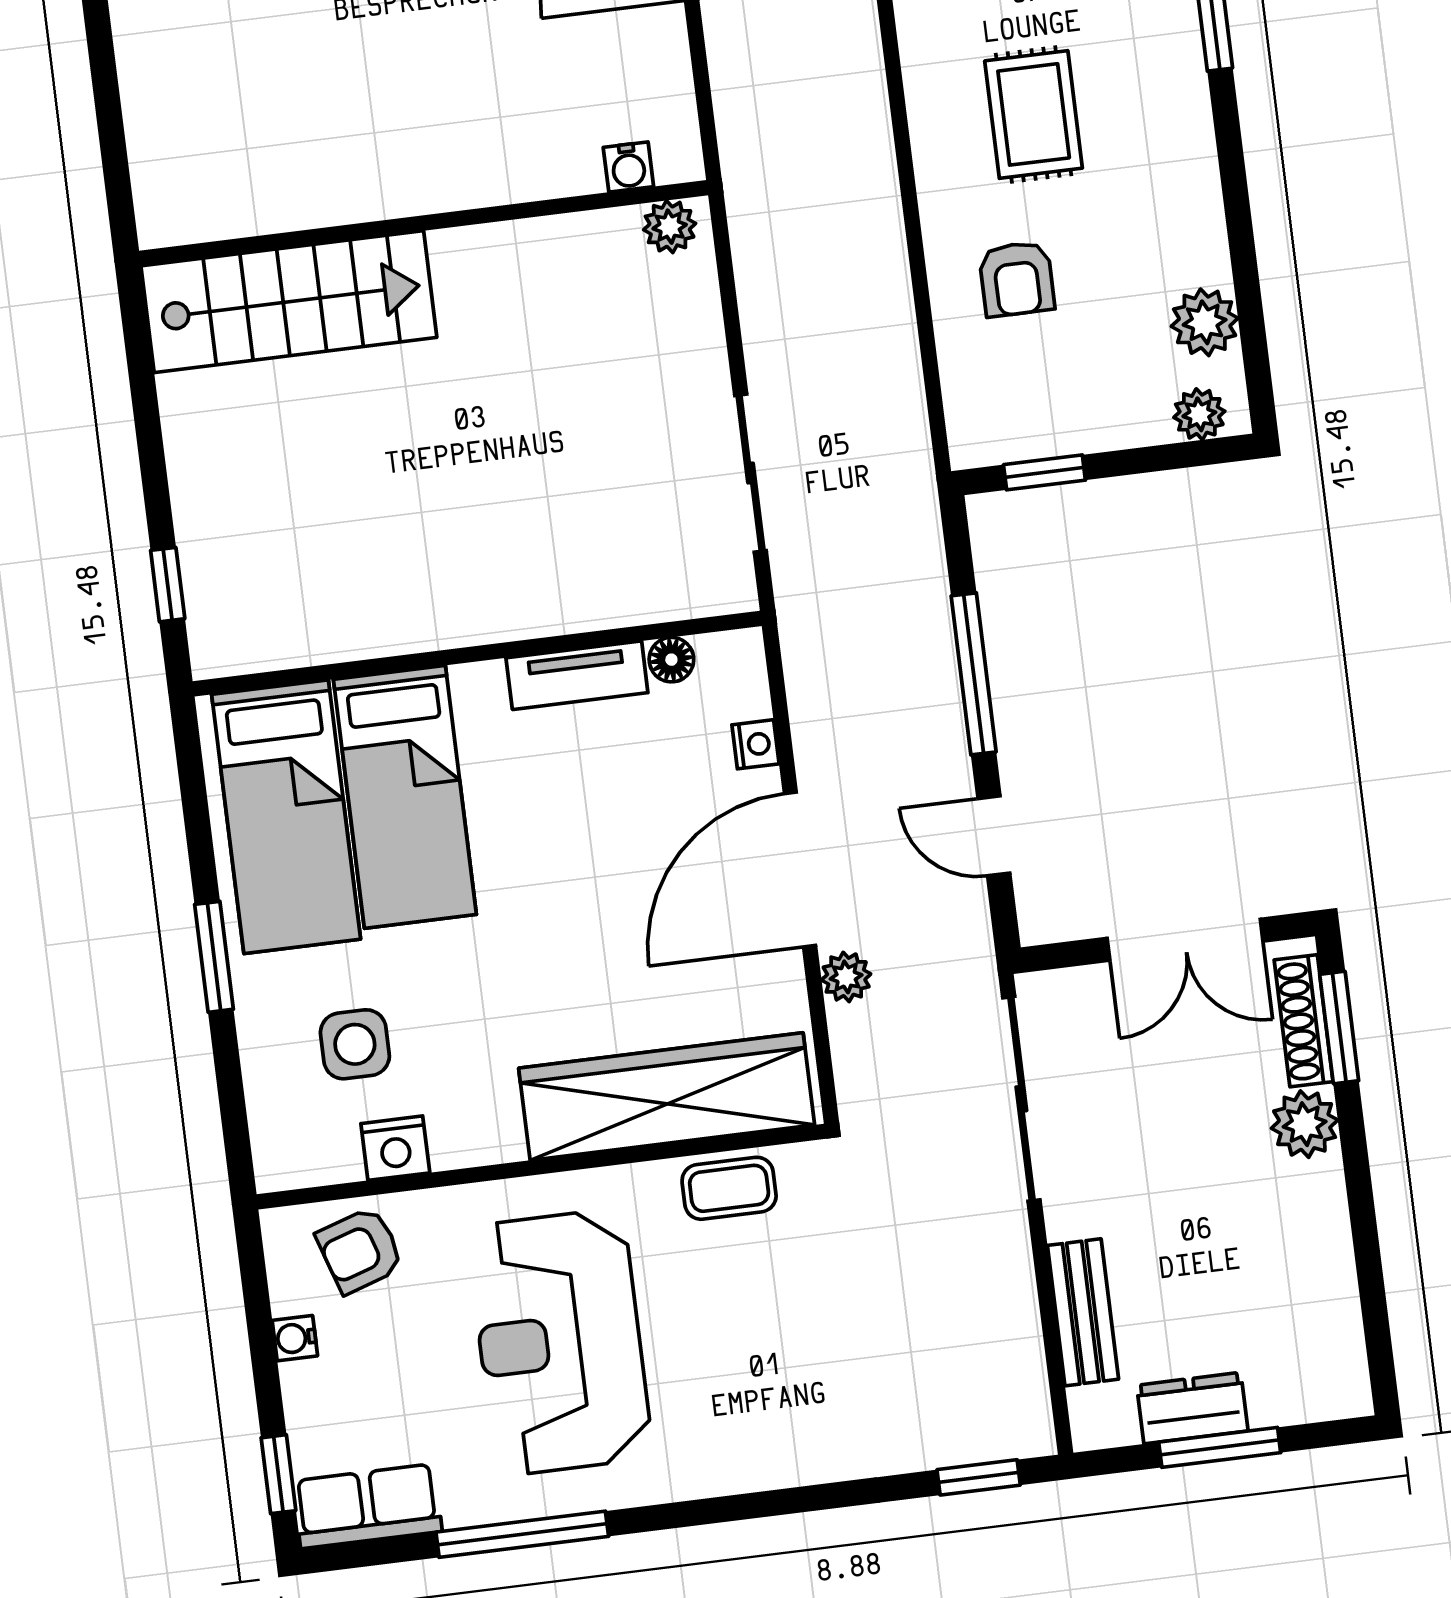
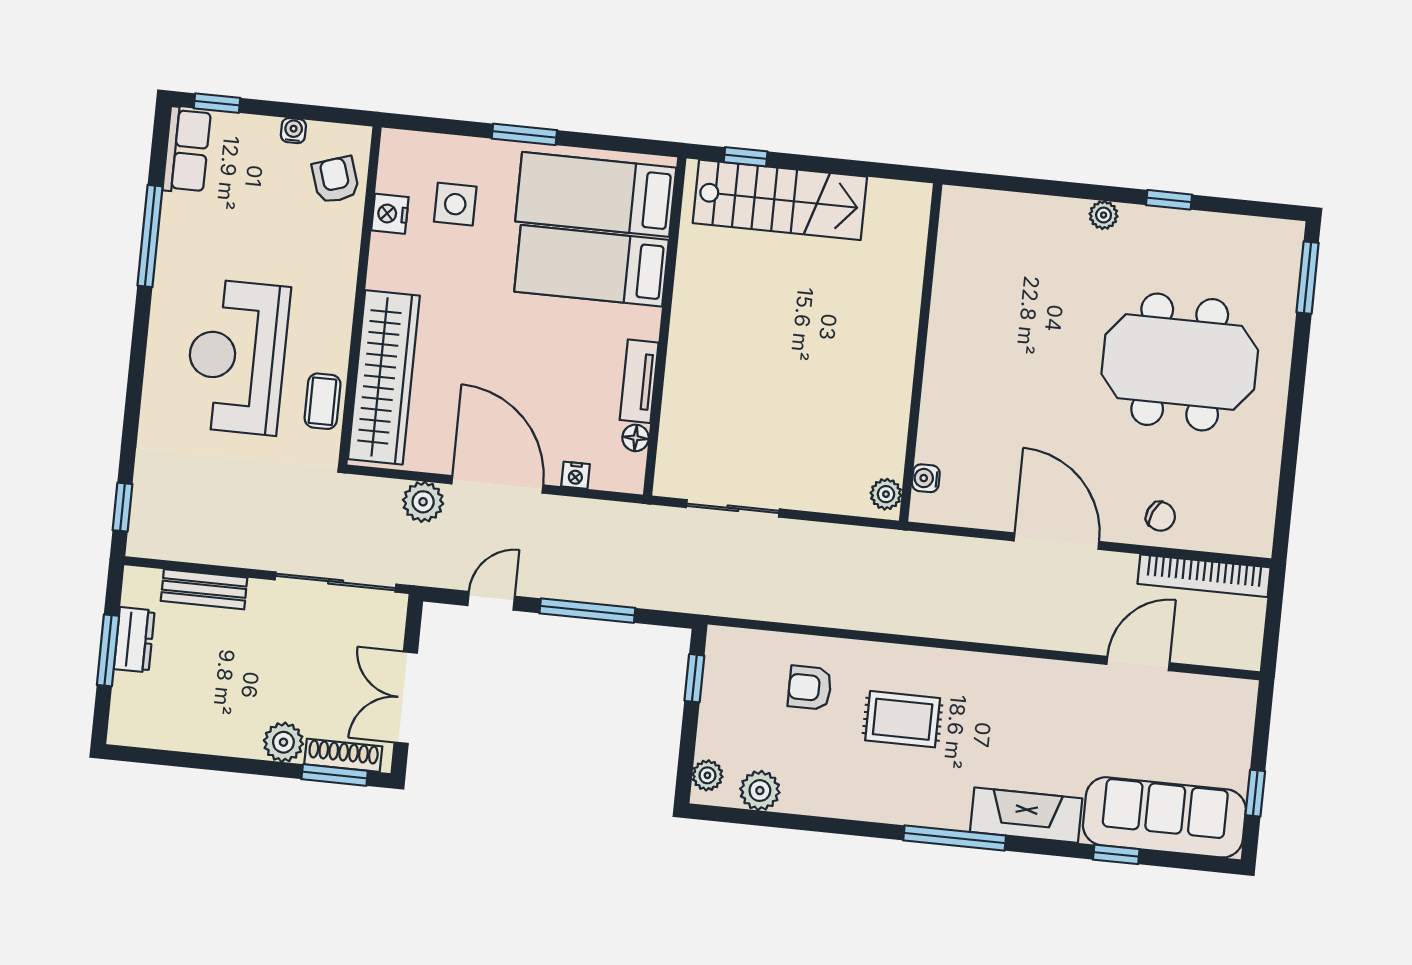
stairs: (289, 302) -> (780, 200), moved, turned -90
plant: (846, 977) -> (423, 502), width x1.38, depth x1.38
reception desk: (560, 1342) -> (237, 357), moved, turned -90

